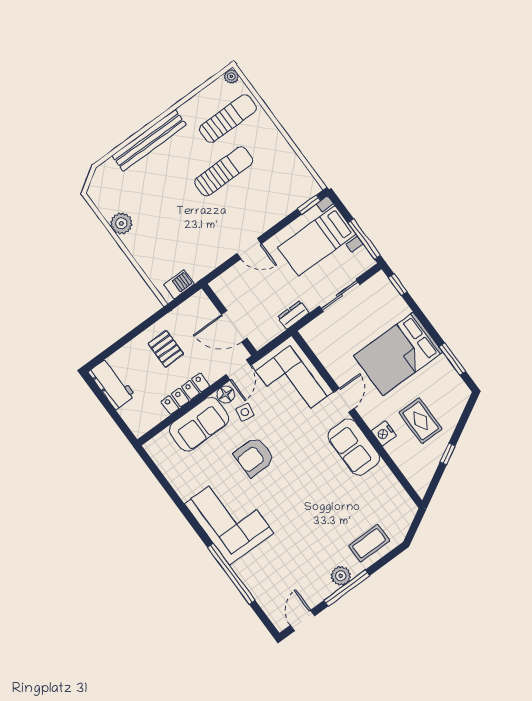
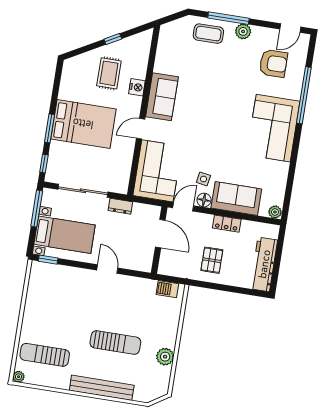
sun lounger: (224, 171) -> (115, 343), moved, turned 180
sliding door: (340, 295) -> (83, 191), width x1.37
window: (452, 359) -> (50, 128), moved
workbench: (112, 384) -> (264, 264), width x1.37
locker: (185, 394) -> (227, 224), width x0.66
plant: (153, 447) -> (275, 212), added
armchair: (254, 457) -> (273, 63), moved
window: (347, 588) -> (228, 18), moved

